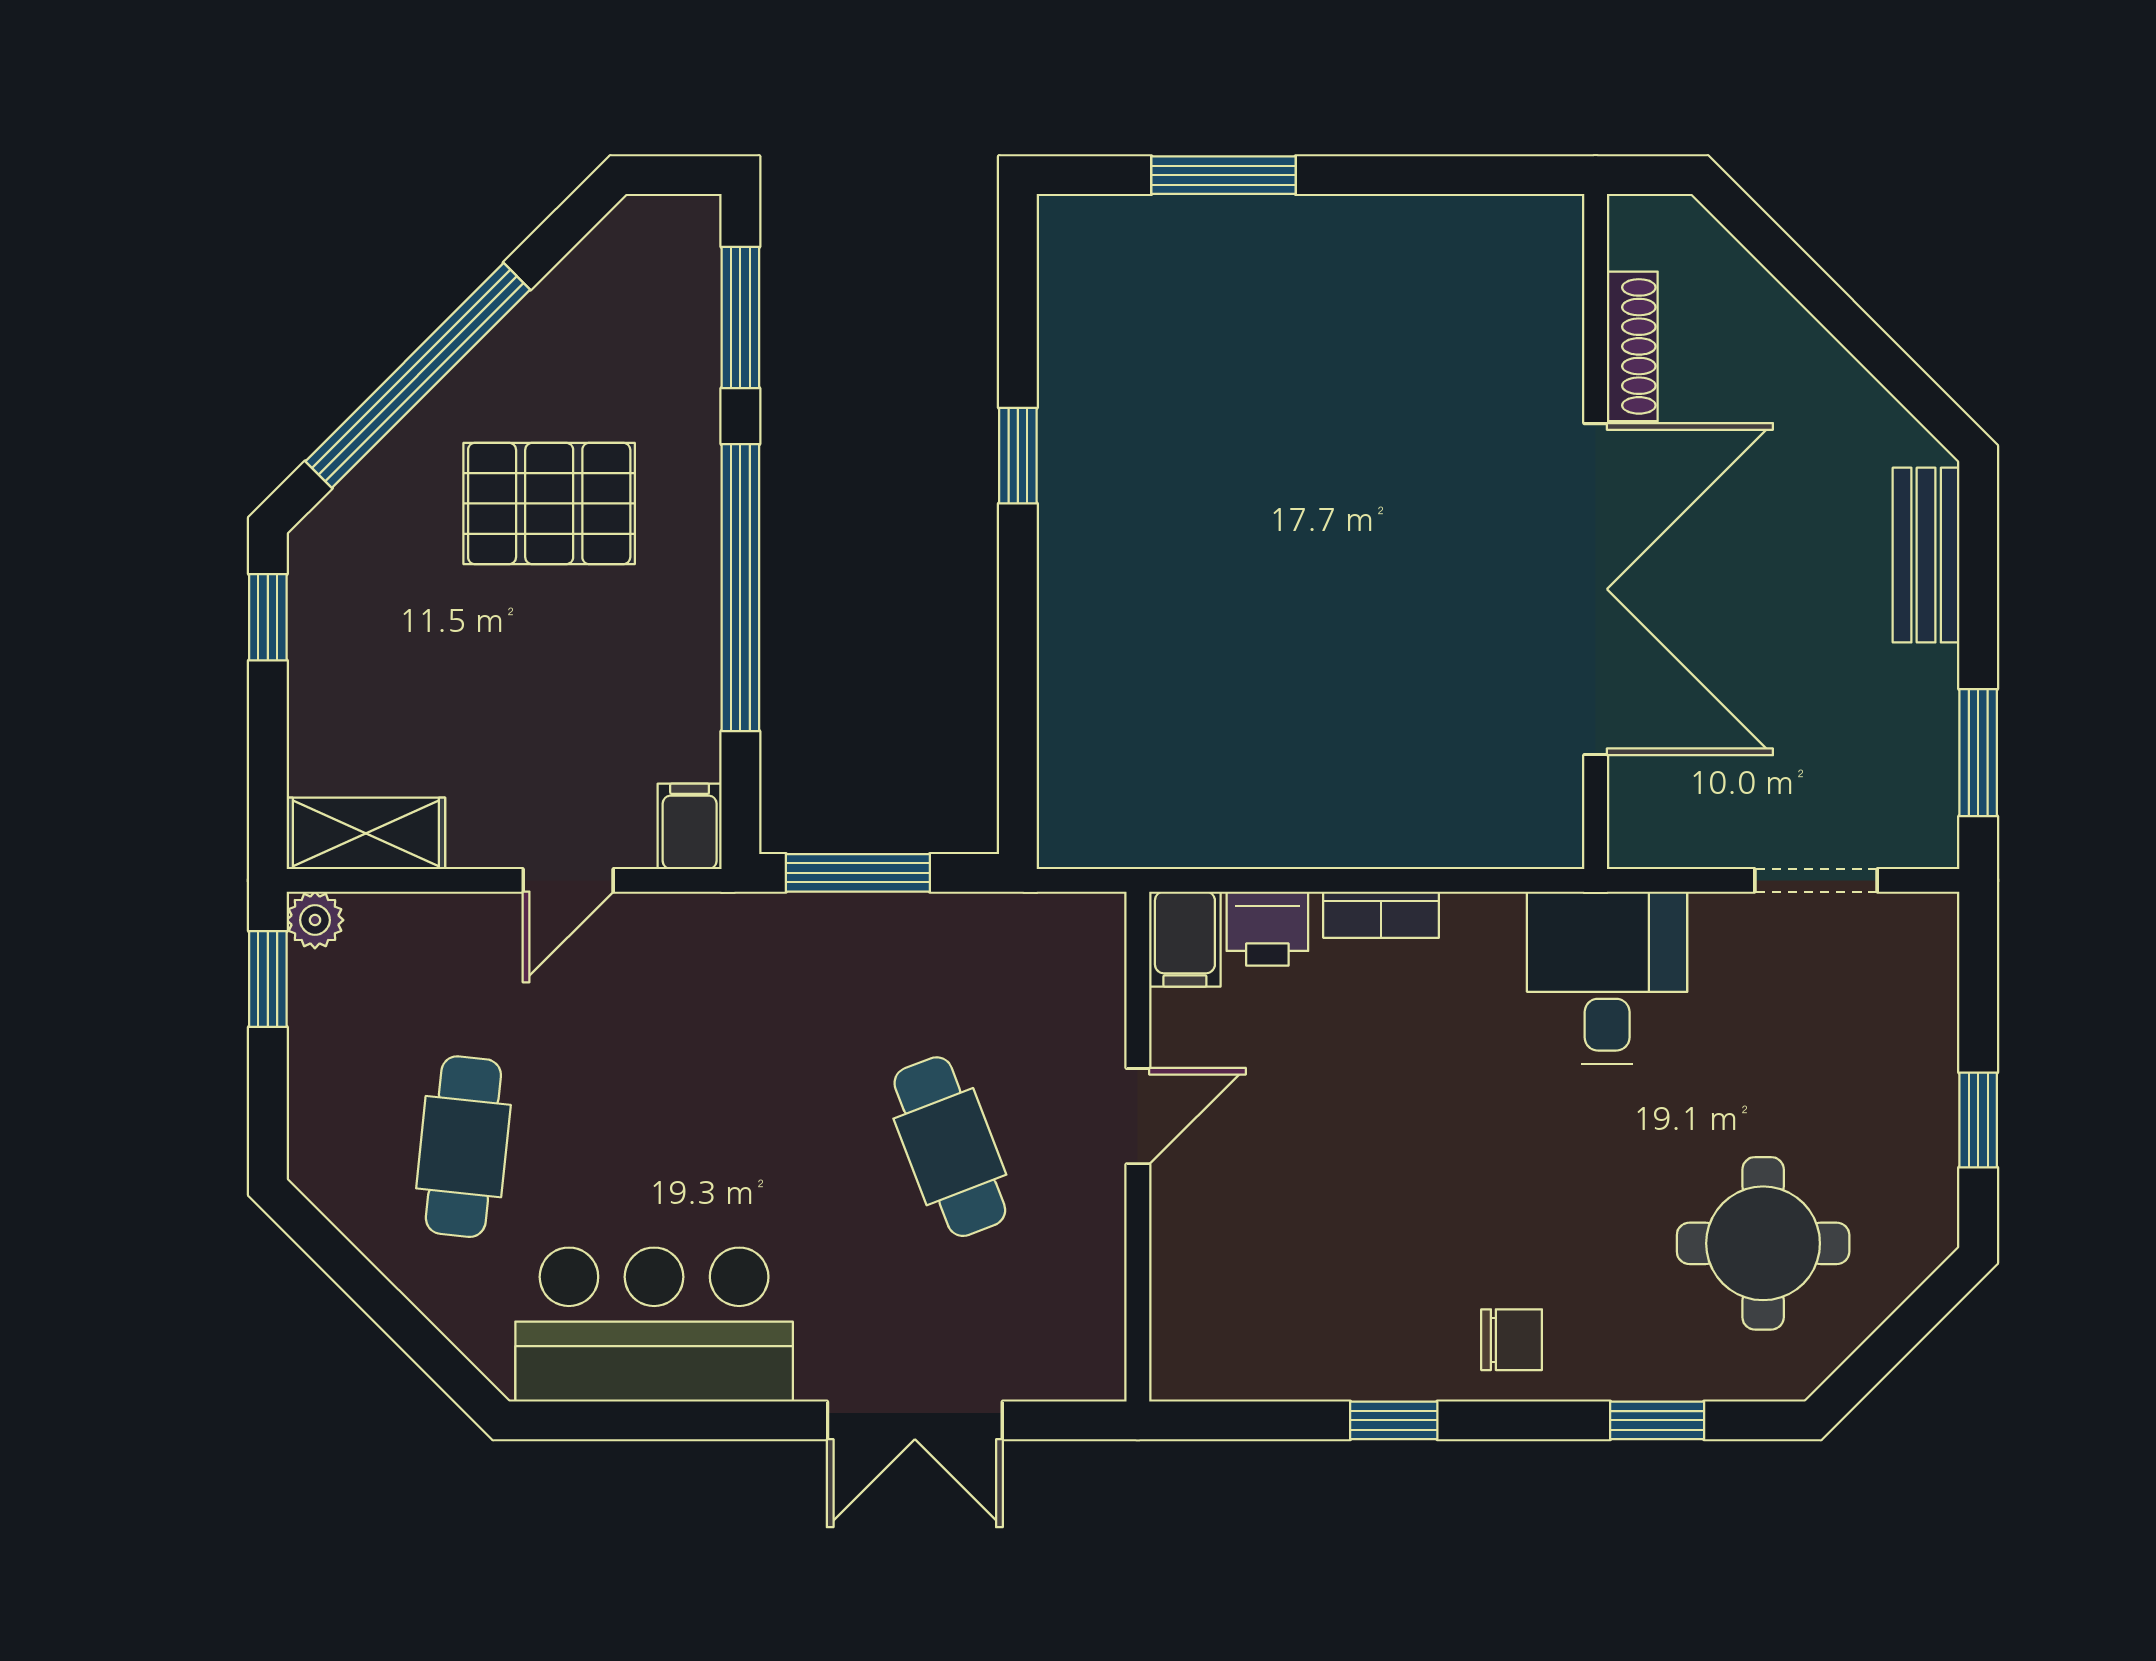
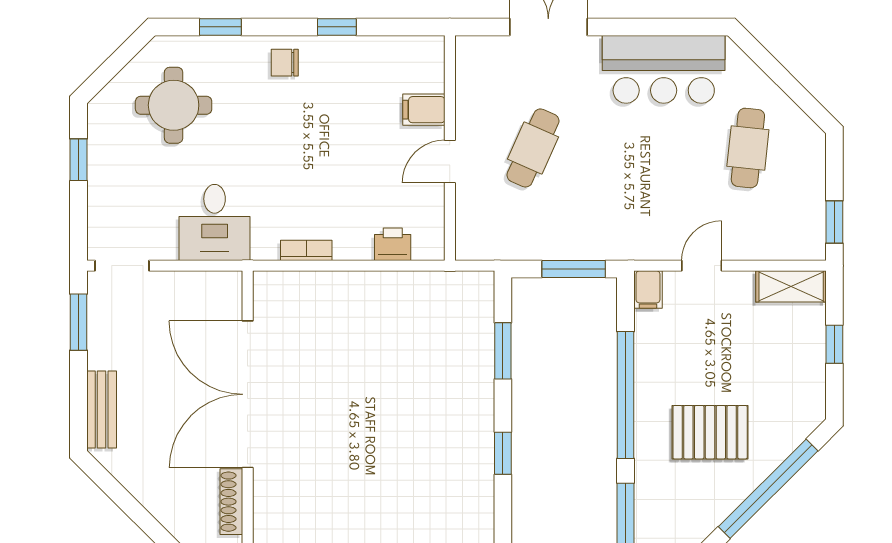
window: (268, 617) -> (834, 344), moved
window: (1018, 687) -> (503, 351), added
doorway: (1816, 880) -> (122, 266), moved
bookcase: (1381, 915) -> (306, 250), moved
plant: (315, 920) -> (814, 248), removed
filing cabinet: (1185, 939) -> (424, 110), moved, turned -90
desk: (1607, 978) -> (215, 222), moved
cafe table: (950, 1147) -> (533, 148), turned 45

